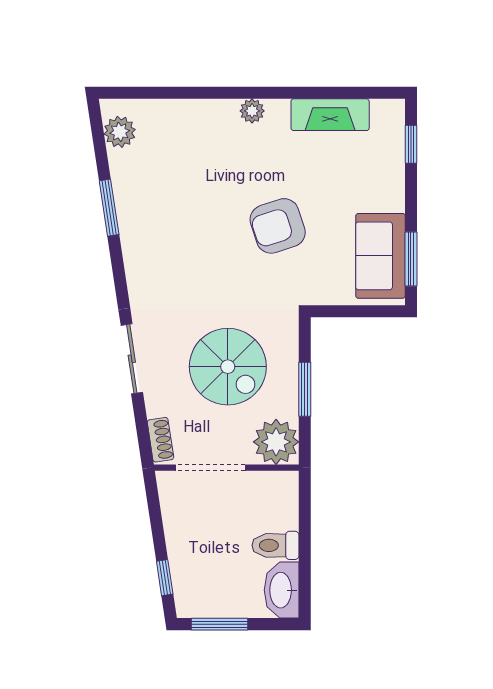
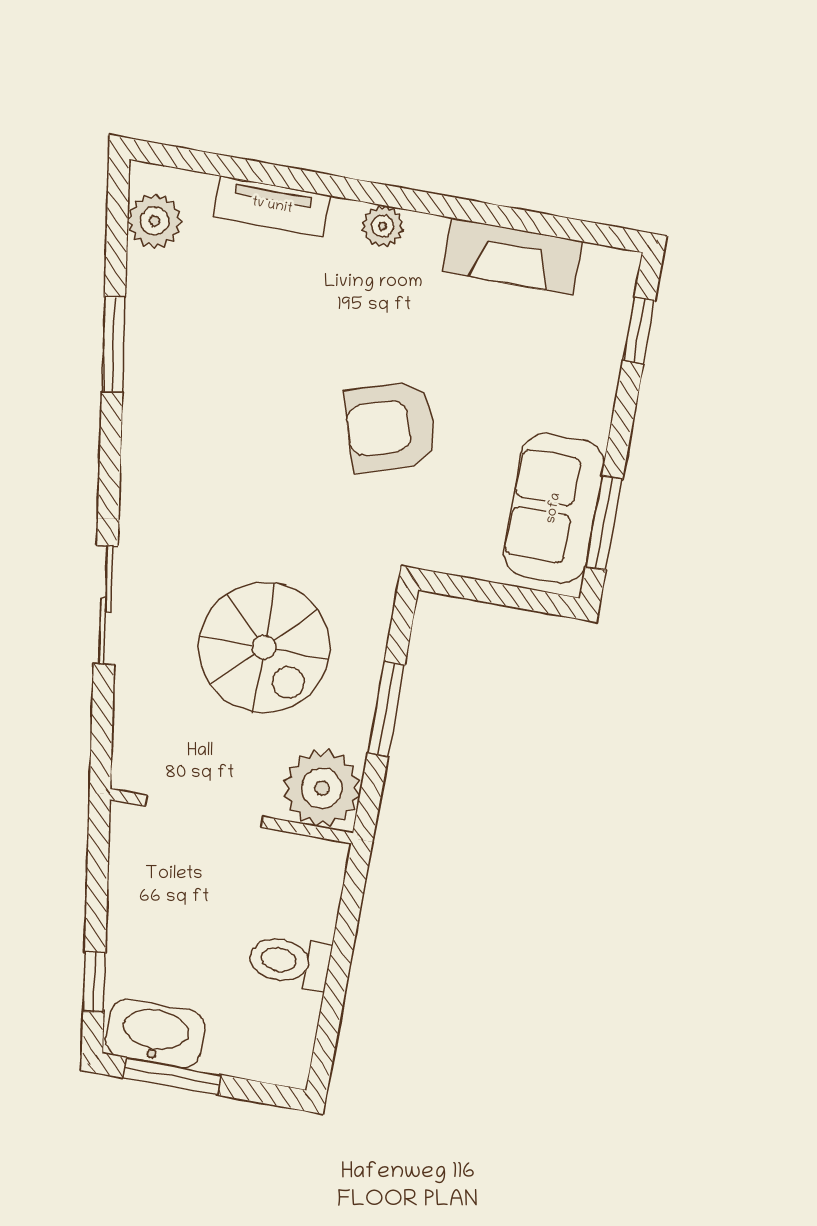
tv unit: (186, 111) -> (272, 206), added
shoe rack: (160, 440) -> (129, 749), removed
washbasin: (282, 590) -> (155, 1033), moved, turned 90

